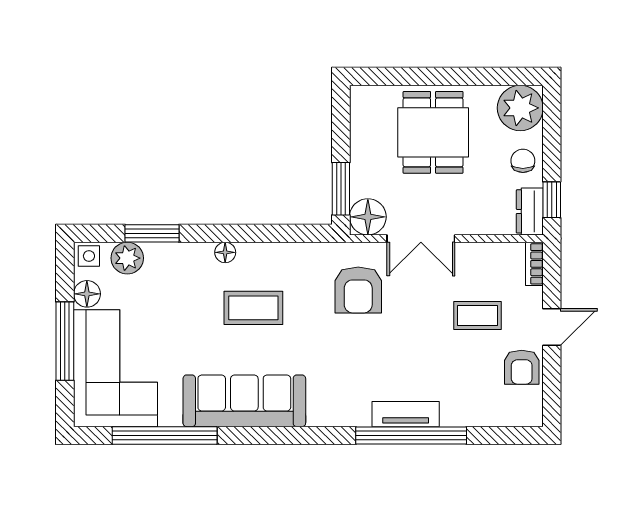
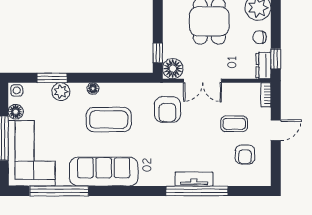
chair: (523, 161) -> (260, 37), turned -90
window: (341, 189) -> (158, 53), width x0.67
plant: (127, 258) -> (61, 92), moved
coffee table: (253, 308) -> (109, 120), width x1.36, depth x1.32
armchair: (522, 367) -> (245, 154), moved

